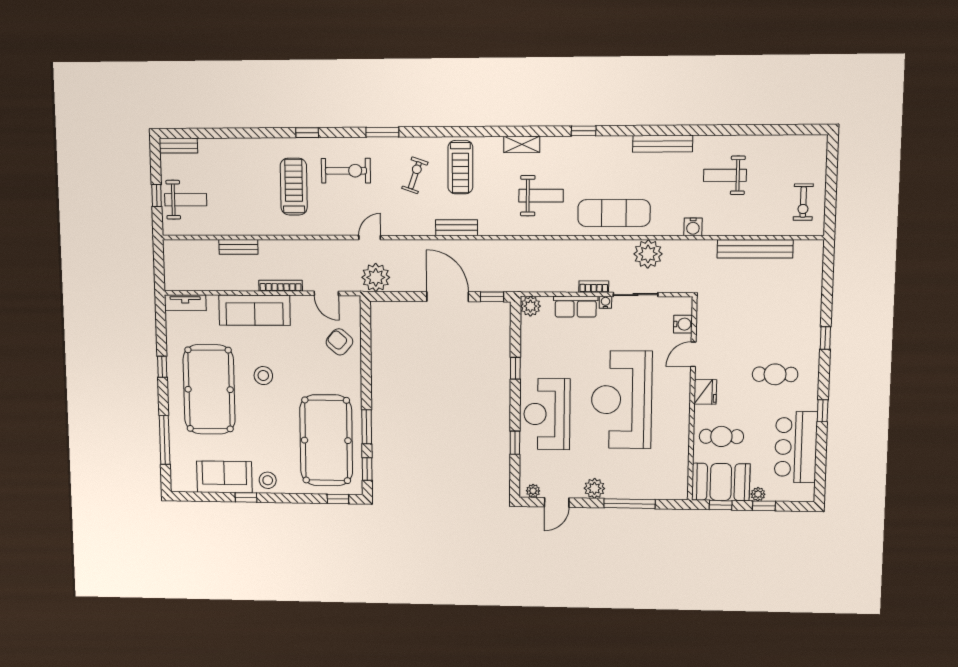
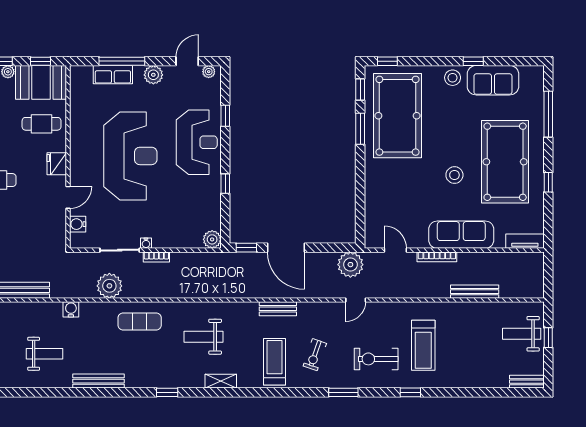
exercise mat: (614, 213) -> (140, 321), width x0.73, depth x0.69
bench: (238, 247) -> (475, 292), width x1.36
row of seats: (576, 307) -> (113, 75), moved, turned 180
armchair: (339, 342) -> (384, 206), removed

